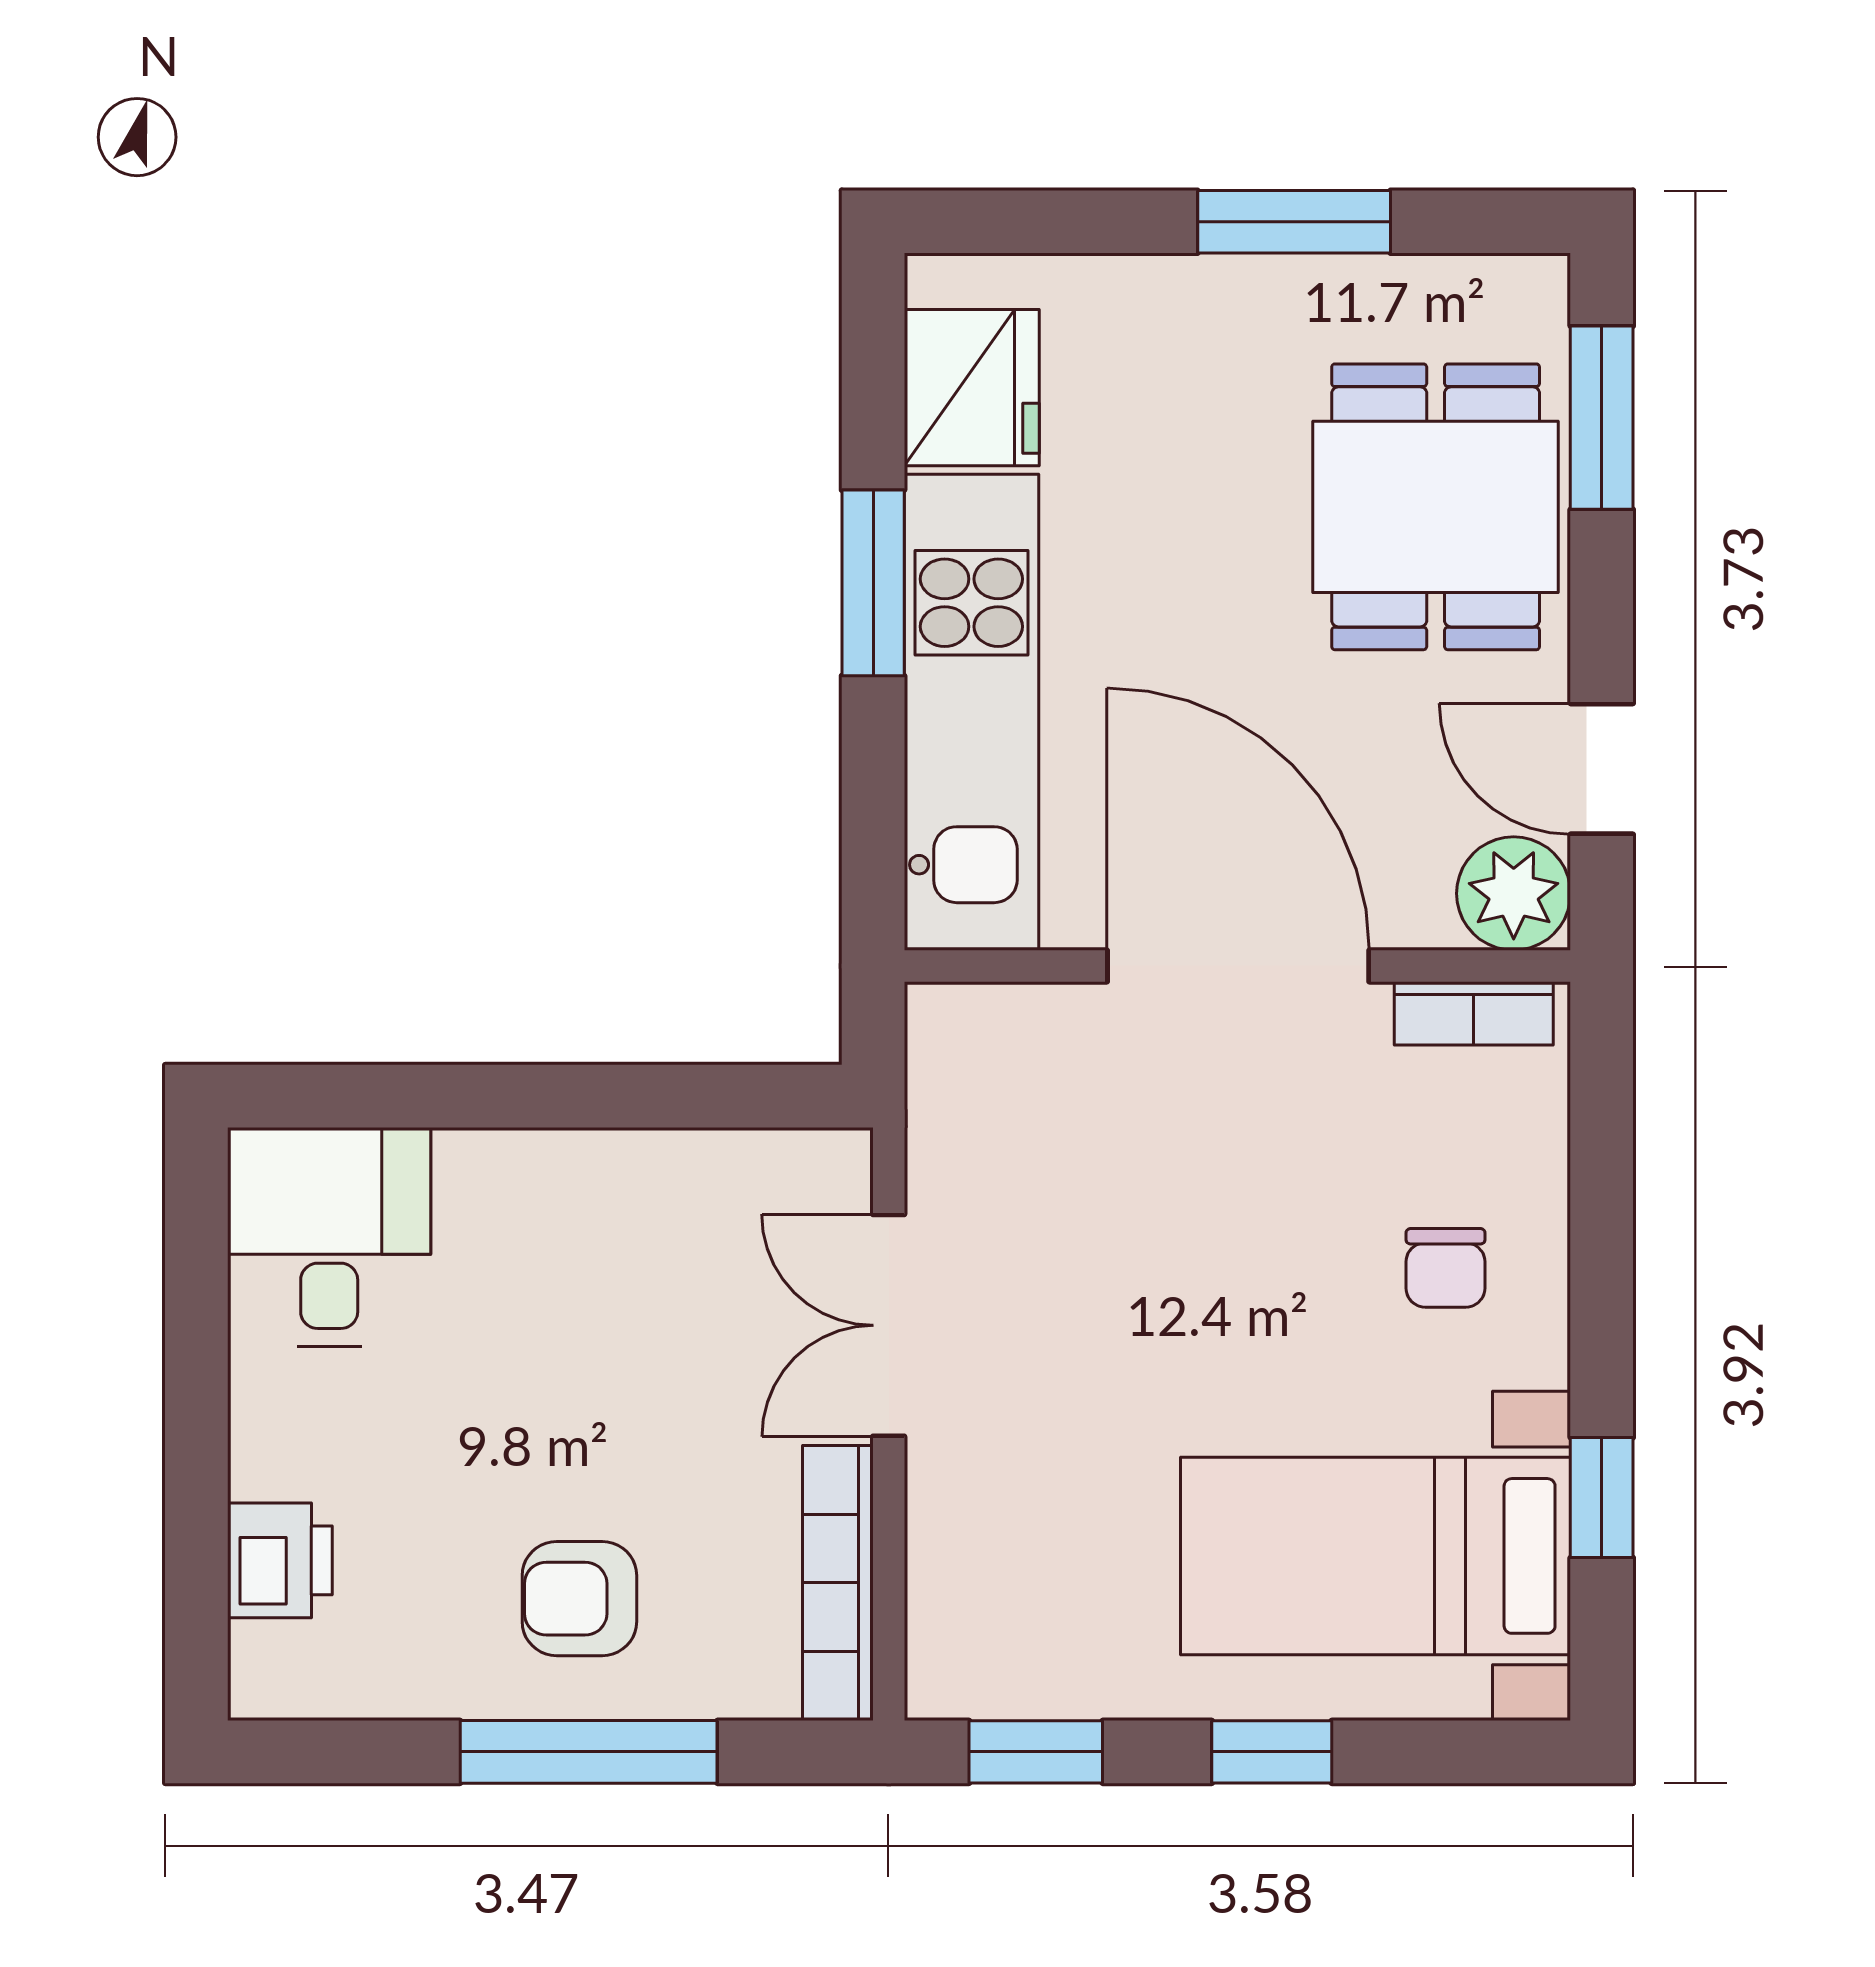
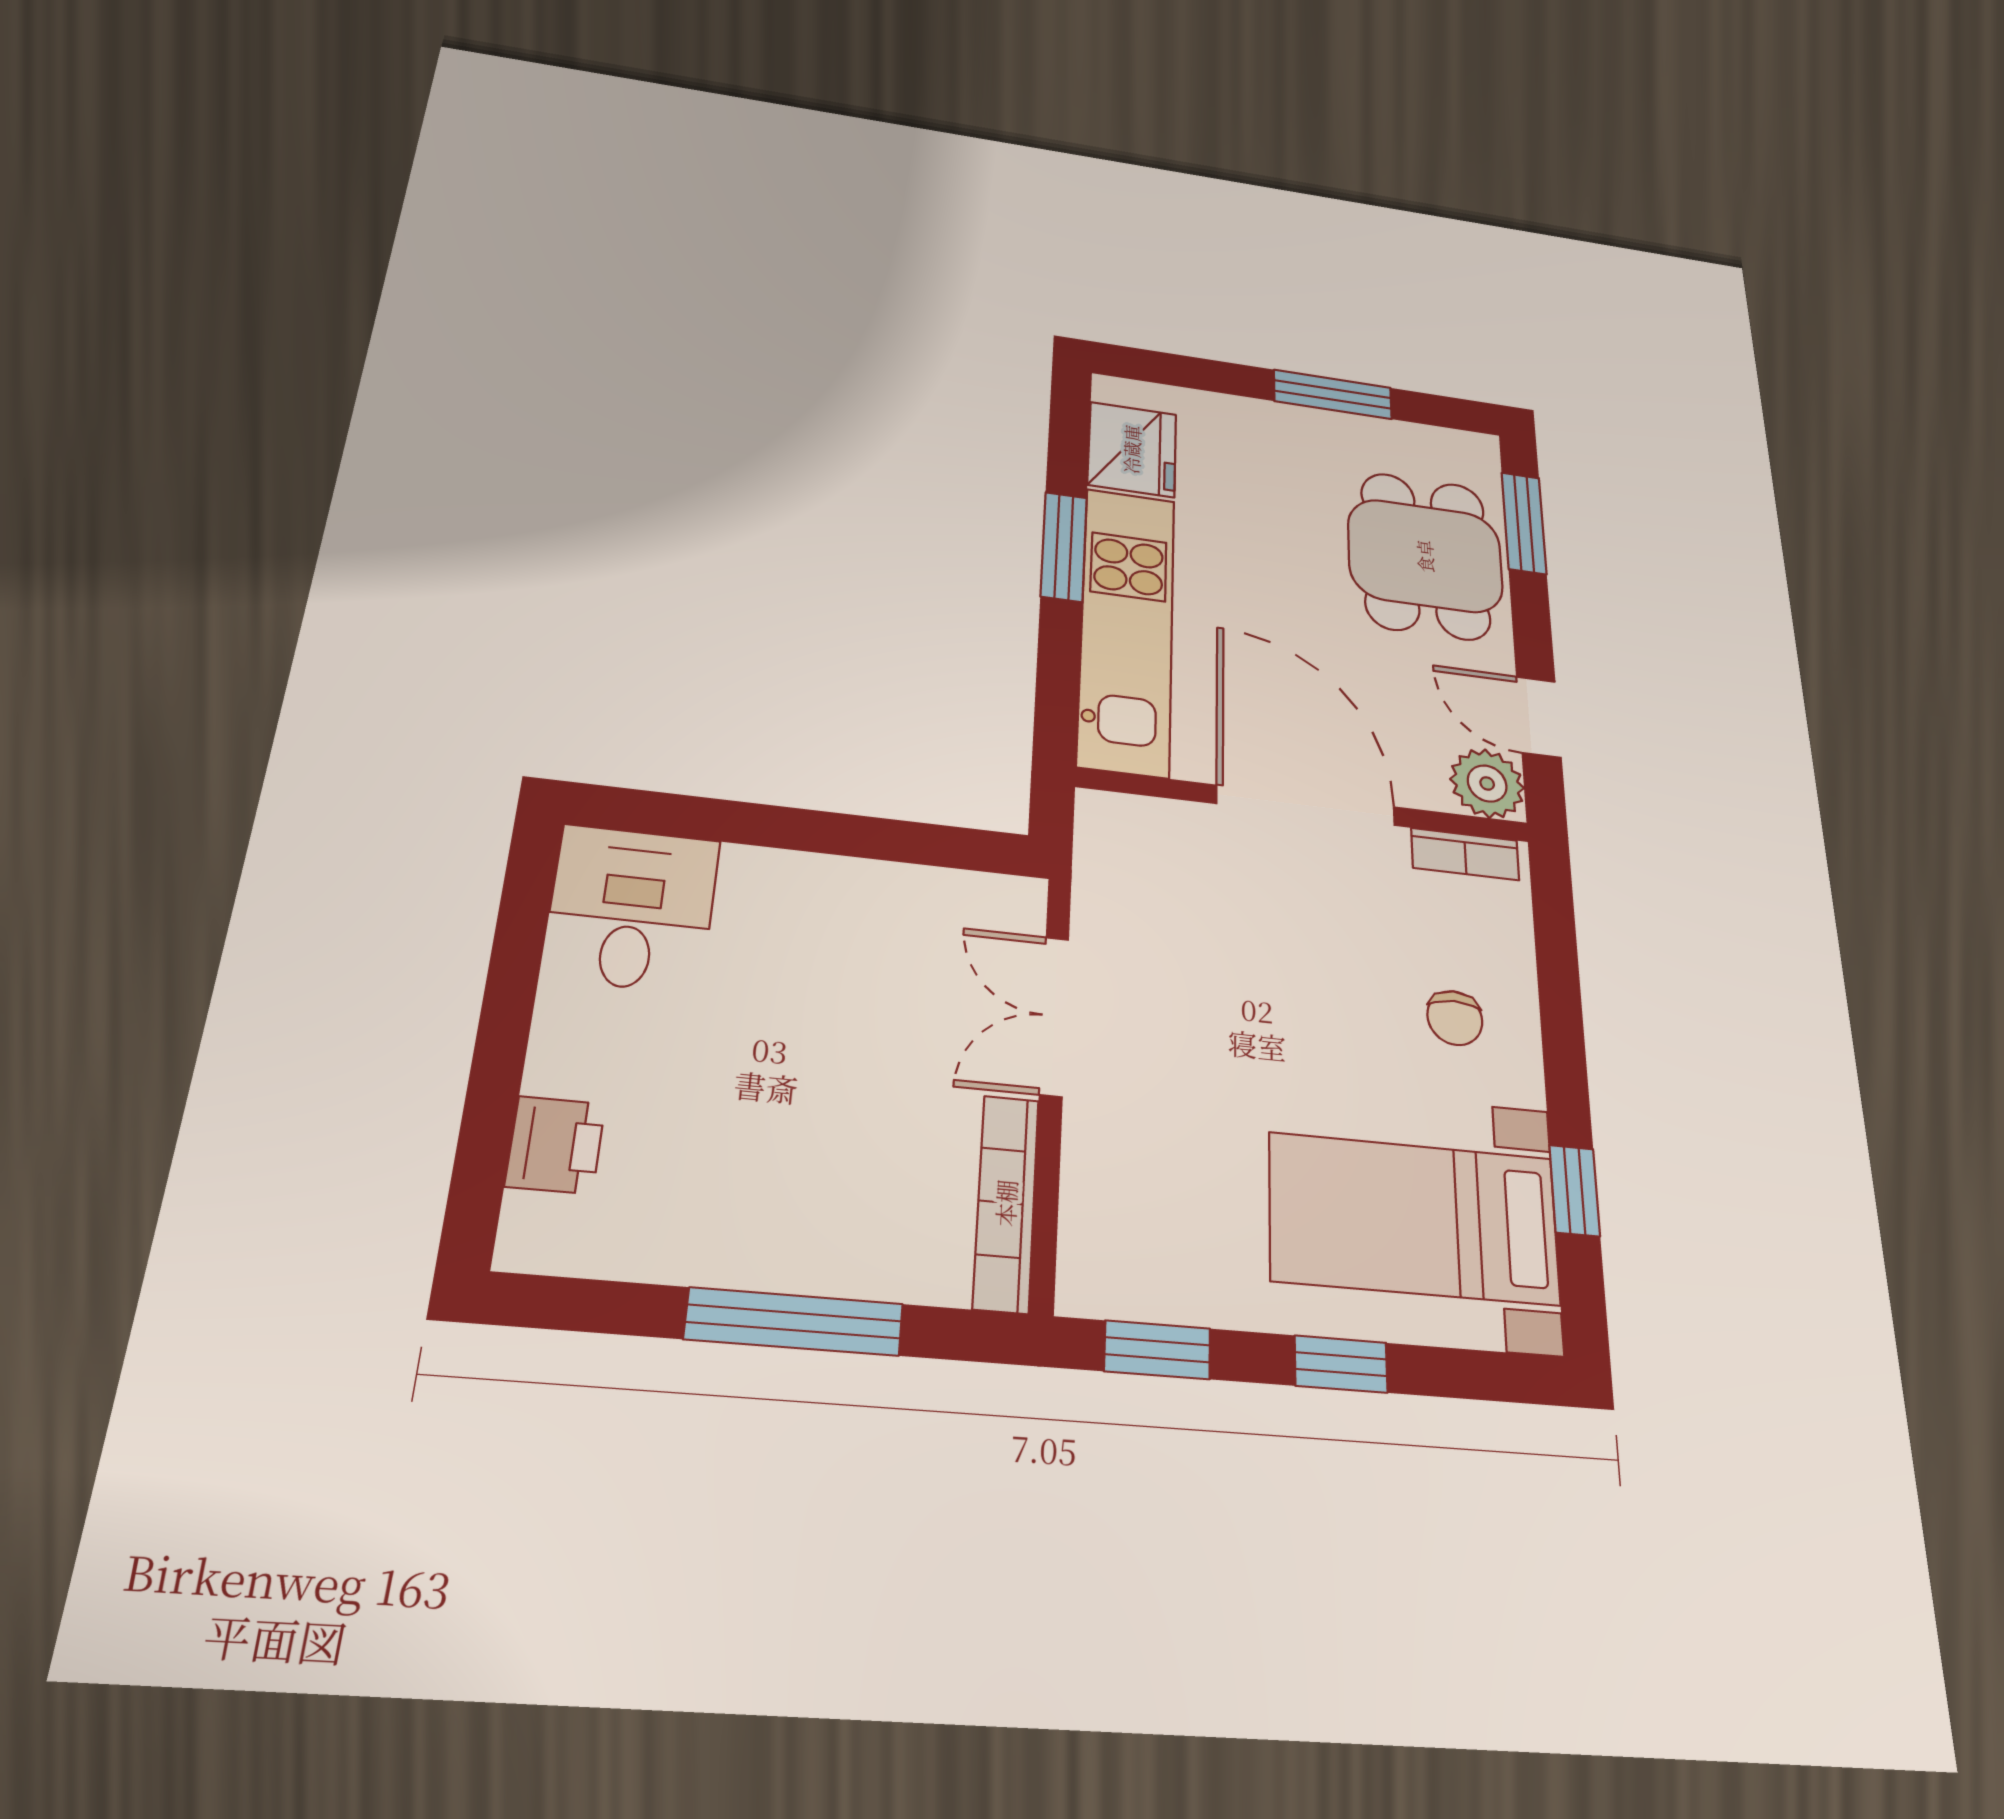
armchair: (579, 1599) -> (799, 1197), removed

